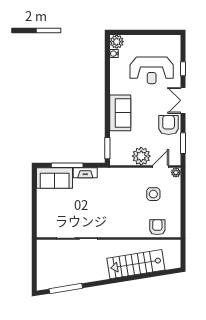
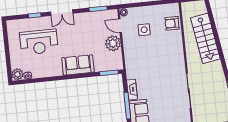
reception desk: (152, 70) -> (39, 42), turned 90
armchair: (169, 125) -> (84, 23), removed

